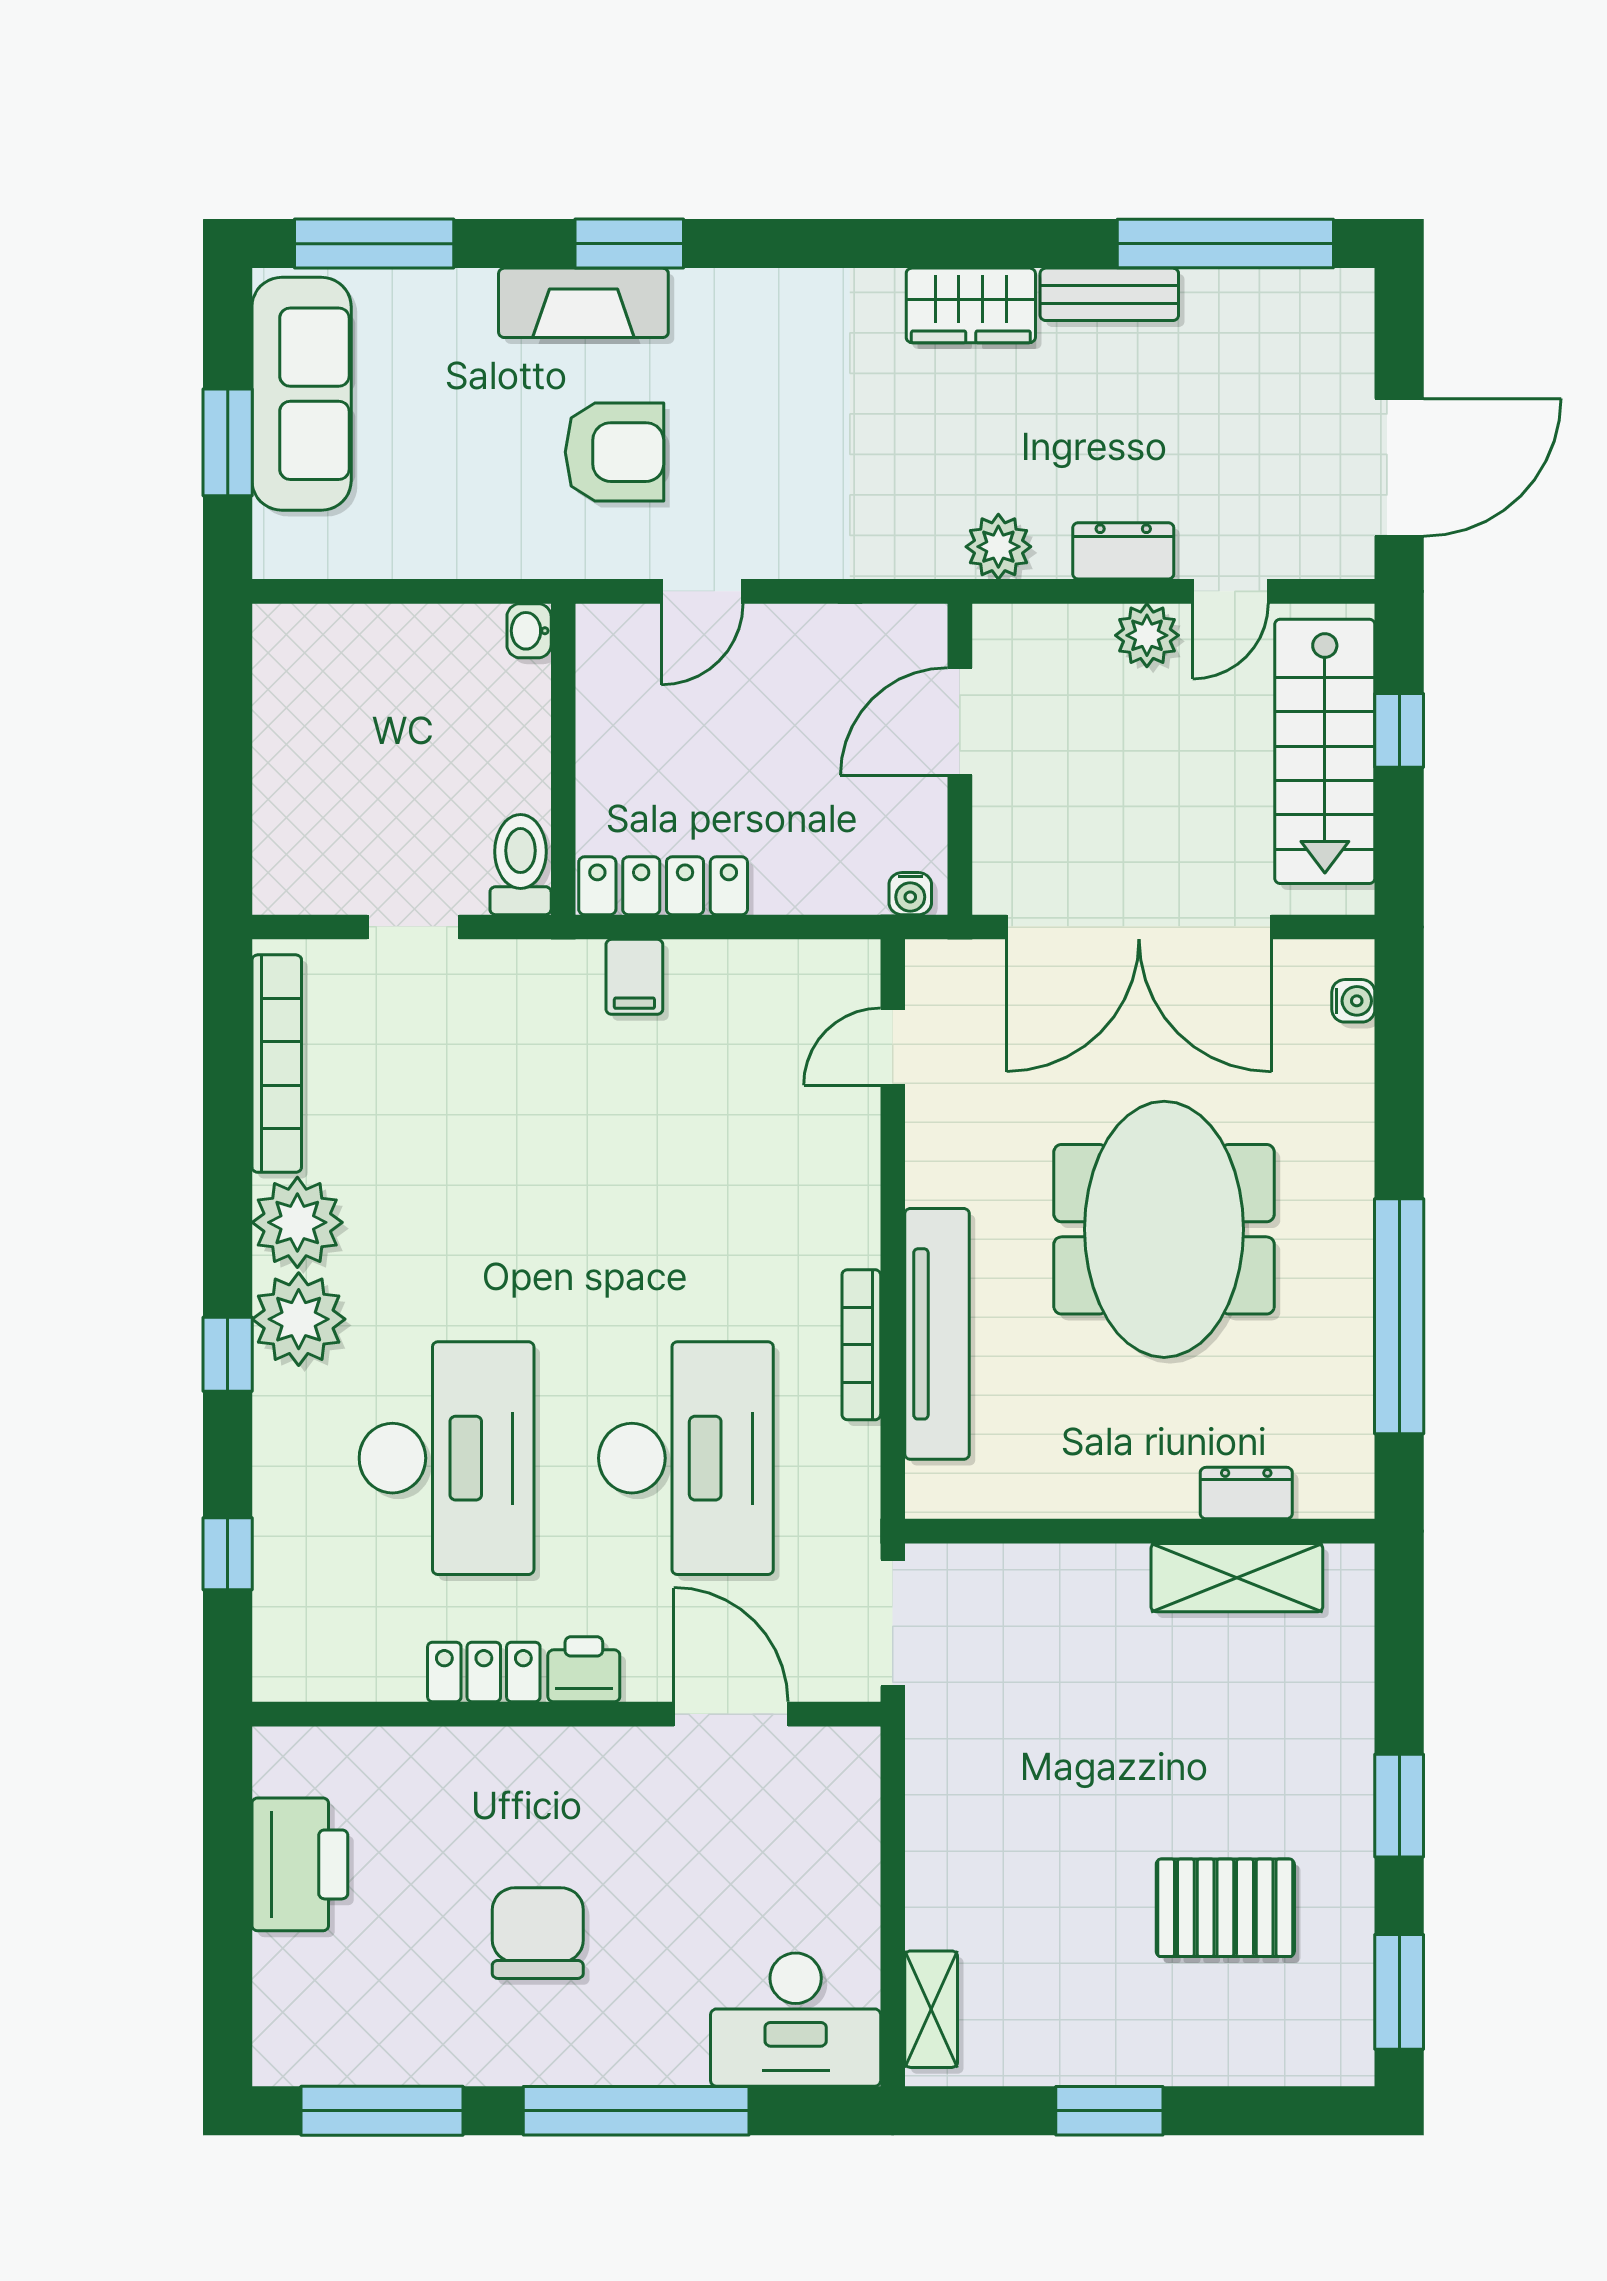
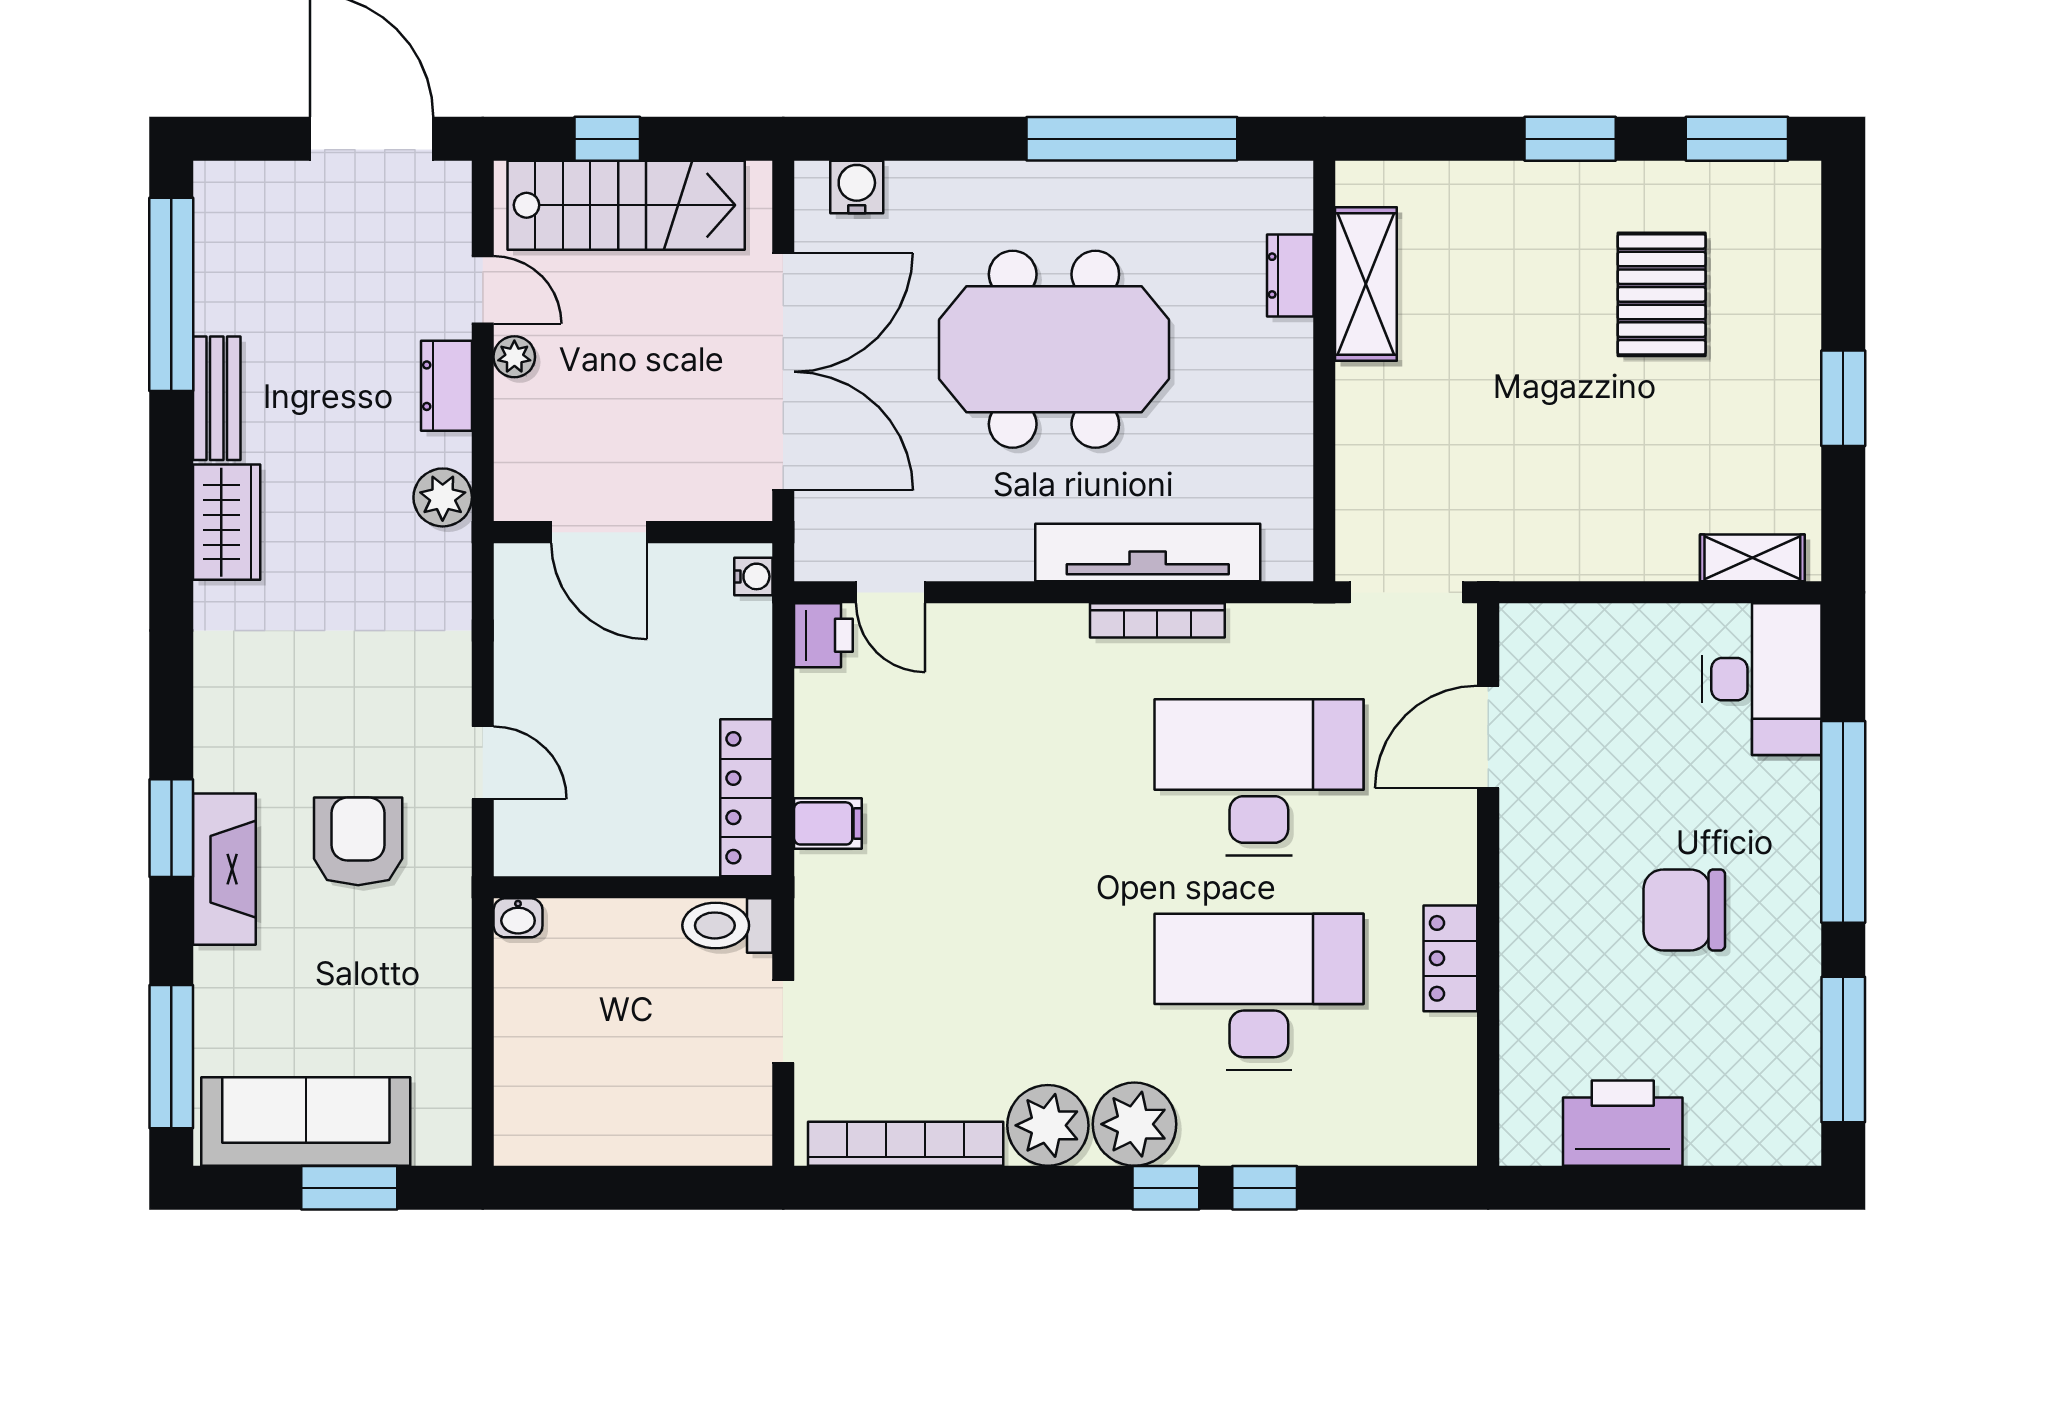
plant: (1147, 635) -> (514, 357), width x0.73, depth x0.73
water cooler: (1353, 1001) -> (857, 187), width x1.38, depth x1.38
window: (228, 1554) -> (1265, 1188), moved
printer: (584, 1669) -> (823, 635), moved, turned 180

